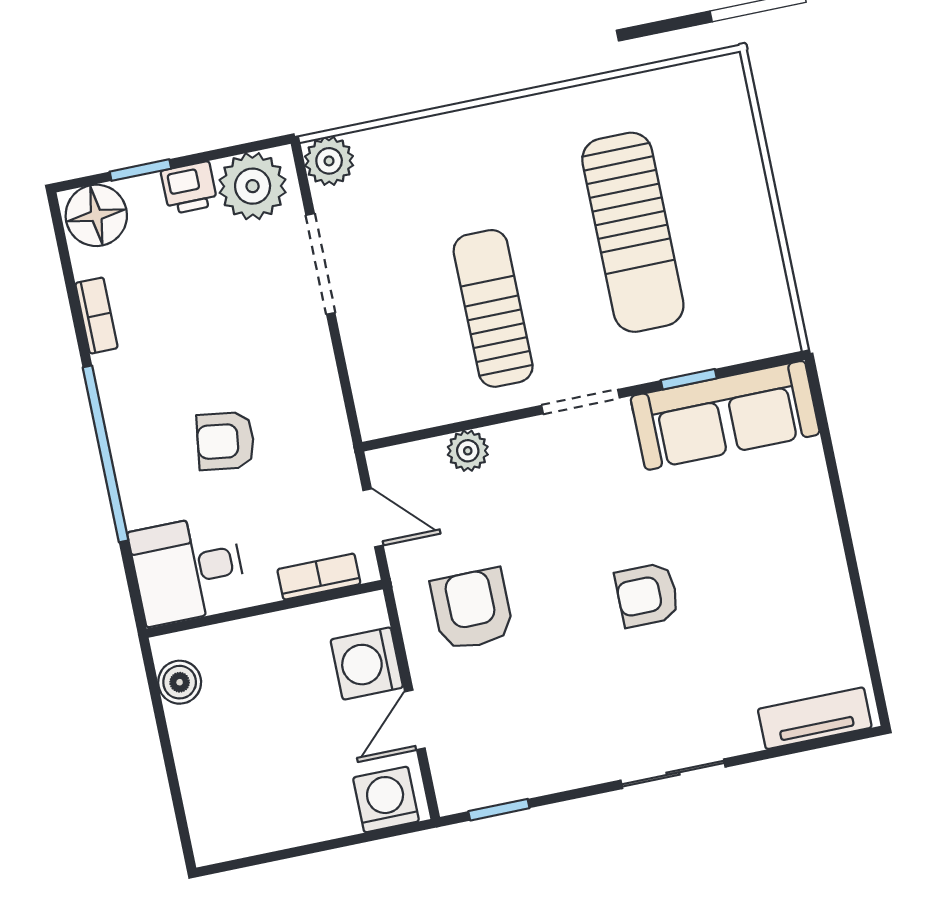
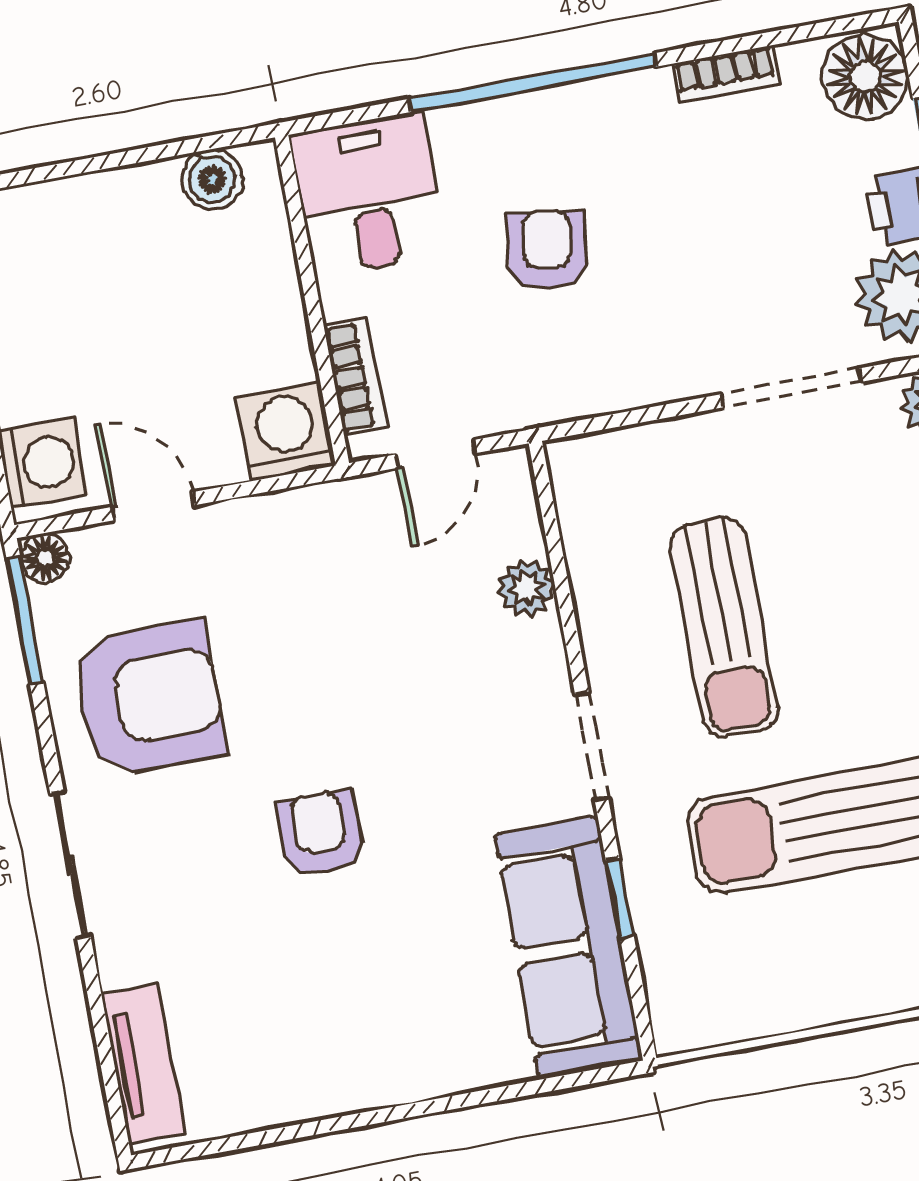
sun lounger: (493, 308) -> (724, 627), turned 90
armchair: (472, 609) -> (148, 698), moved, width x1.36, depth x1.36
washing machine: (367, 664) -> (286, 431), moved
floor lamp: (454, 796) -> (45, 558), added
window: (499, 810) -> (25, 621), width x1.50

